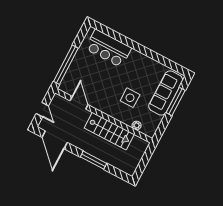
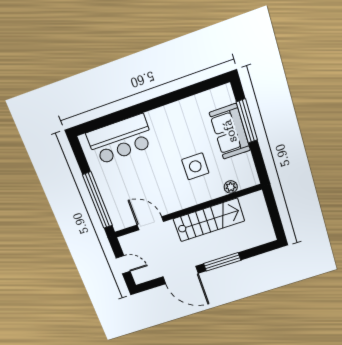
sofa: (166, 93) -> (230, 131), width x0.73
door: (55, 140) -> (181, 275), moved

